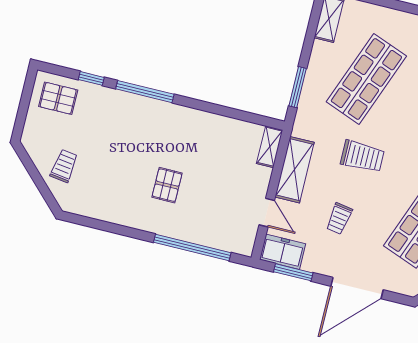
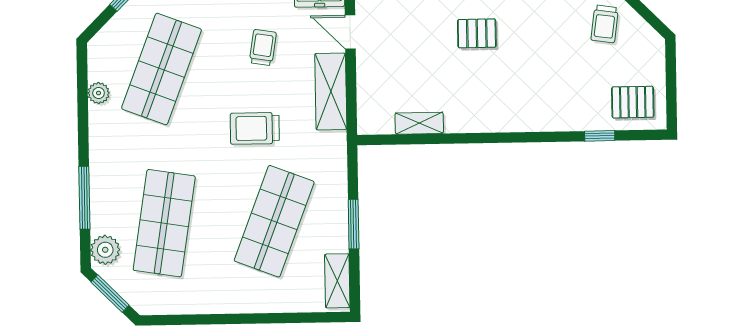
window: (298, 87) -> (354, 224), moved
window: (145, 92) -> (532, 137), removed
shelving: (270, 147) -> (419, 123), moved, turned 90
pallet: (167, 185) -> (477, 33), turned 90

